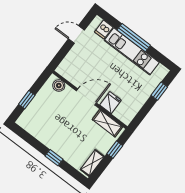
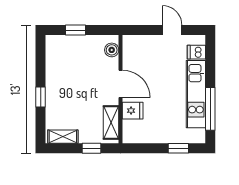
window: (134, 38) -> (210, 109), moved

